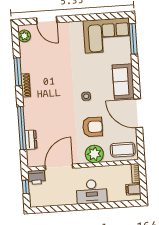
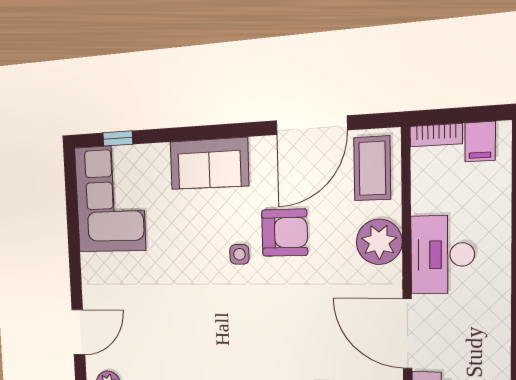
window: (133, 39) -> (118, 138), width x0.46
door: (138, 113) -> (311, 125), moved
armchair: (93, 127) -> (285, 233), moved, turned 89
desk: (92, 192) -> (442, 255), moved, turned 180

